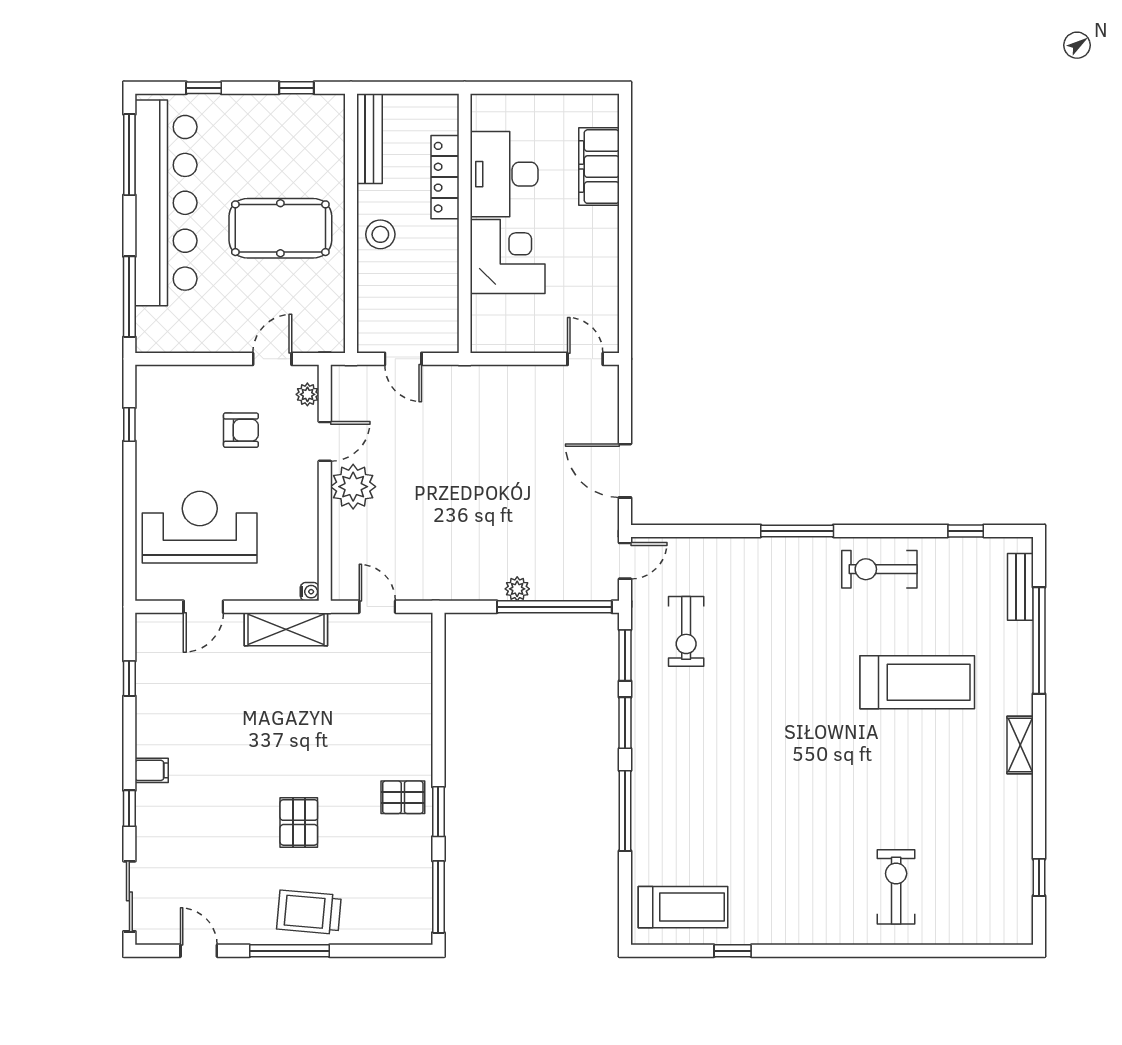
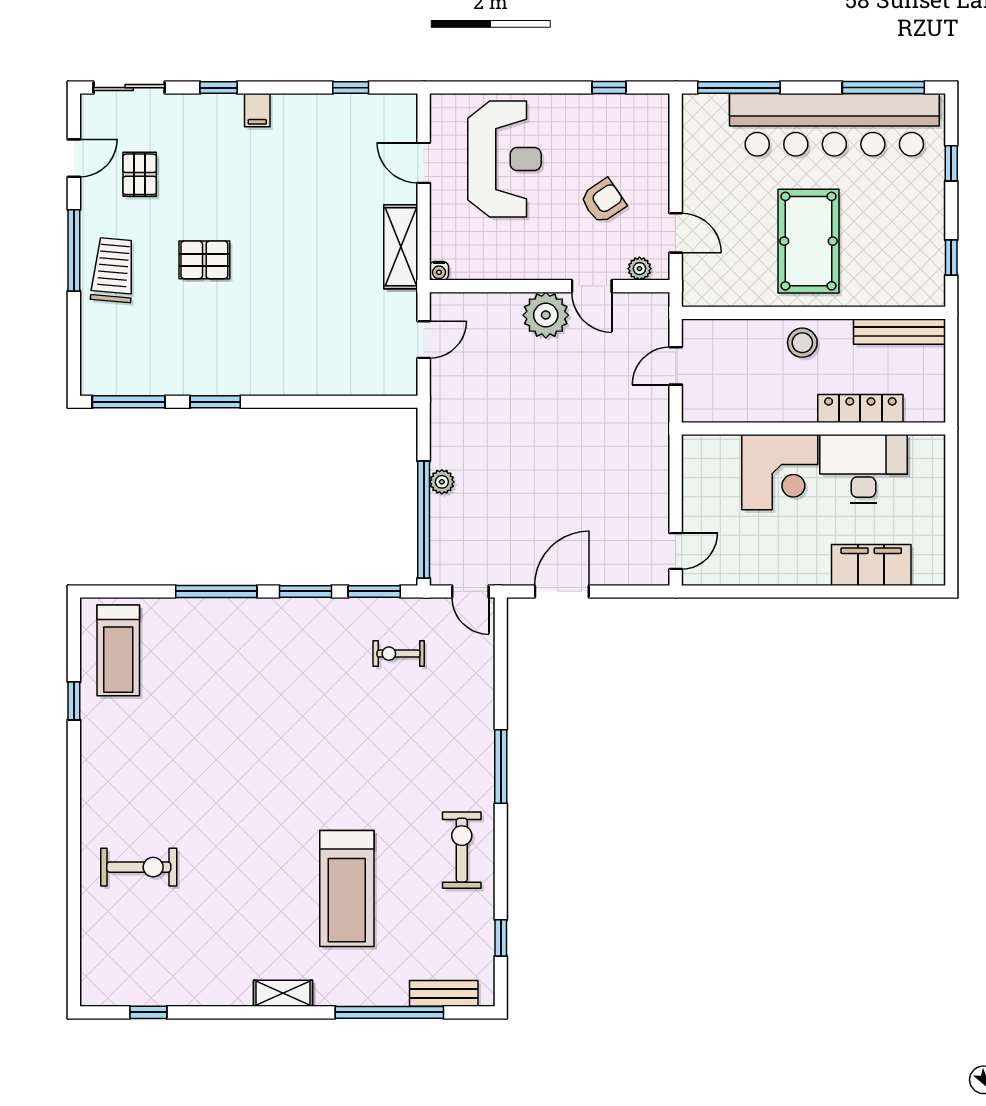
armchair: (241, 430) -> (603, 201), turned -124
exercise bike: (686, 631) -> (399, 654), width x0.73, depth x0.72
pallet: (403, 797) -> (140, 174), moved

